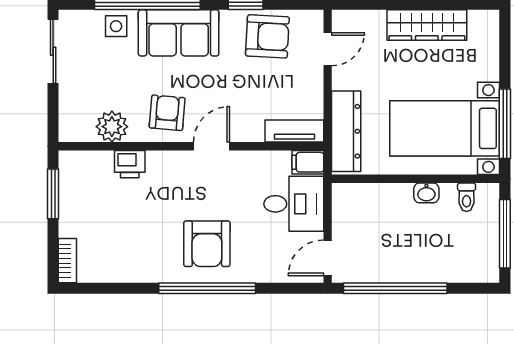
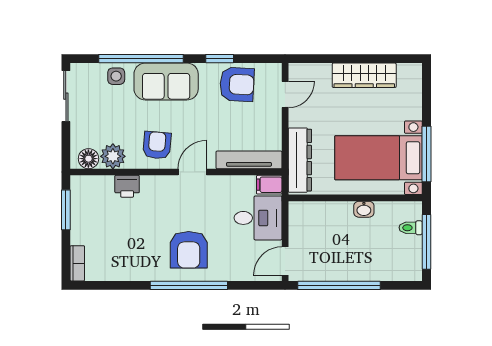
floor lamp: (81, 130) -> (88, 159), added
tv unit: (294, 131) -> (249, 160), width x1.41
toilet: (467, 197) -> (411, 228), moved, turned 90

